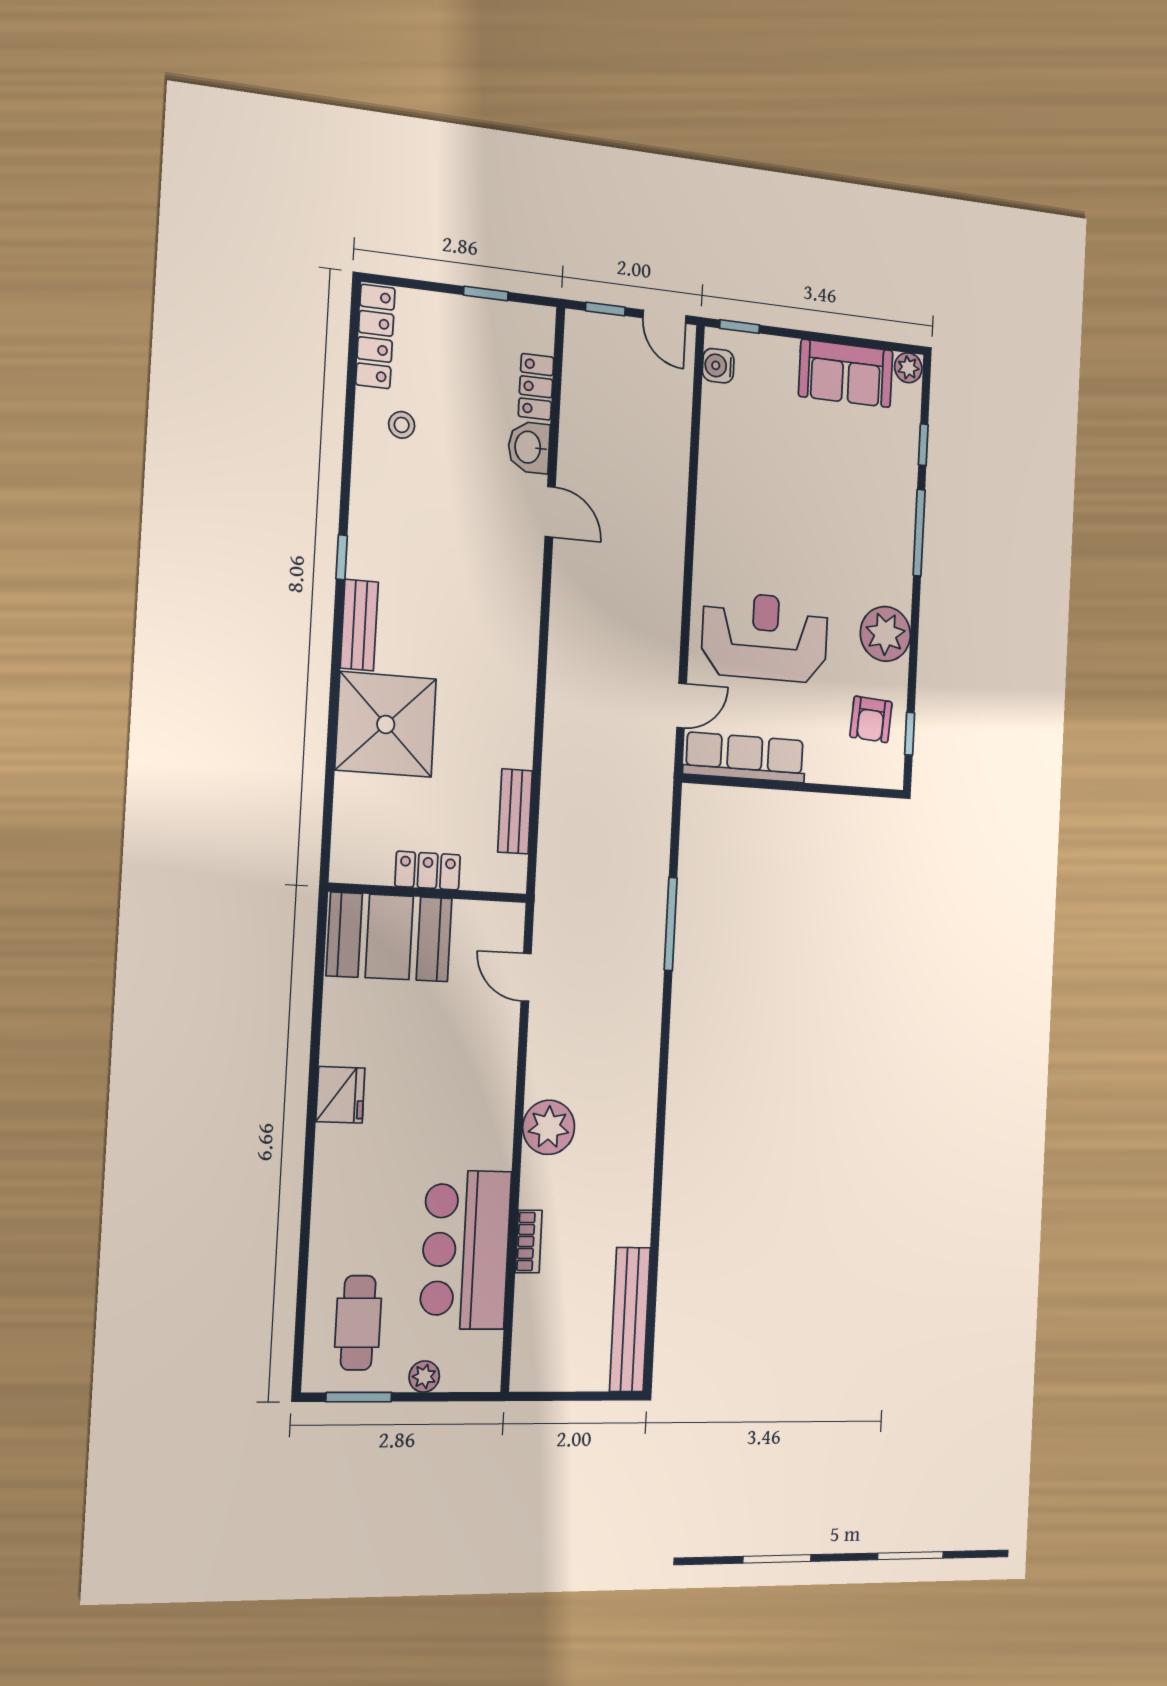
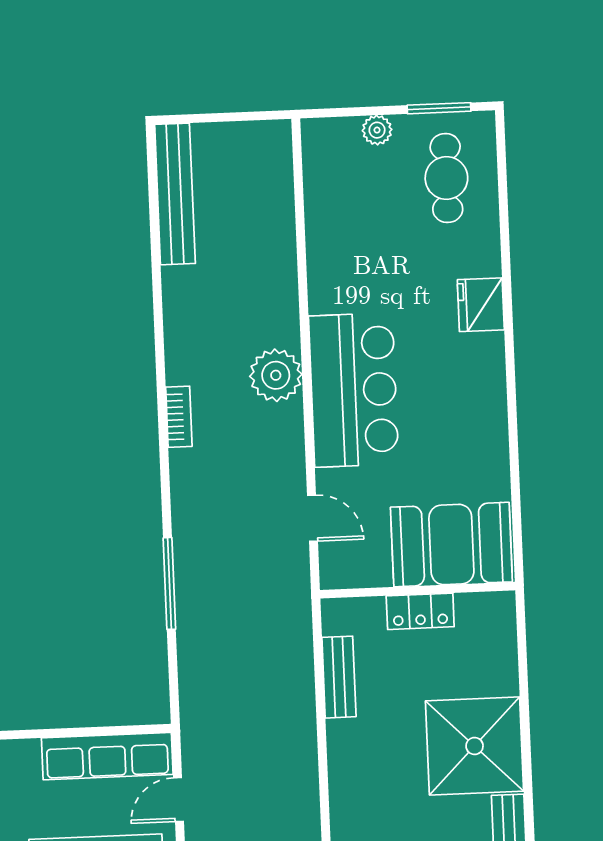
fridge: (340, 1095) -> (481, 305), moved
bookcase: (529, 1241) -> (179, 417), moved, turned 180
bar counter: (466, 1250) -> (354, 390), moved

